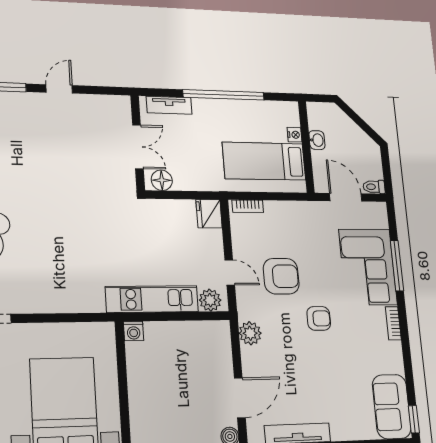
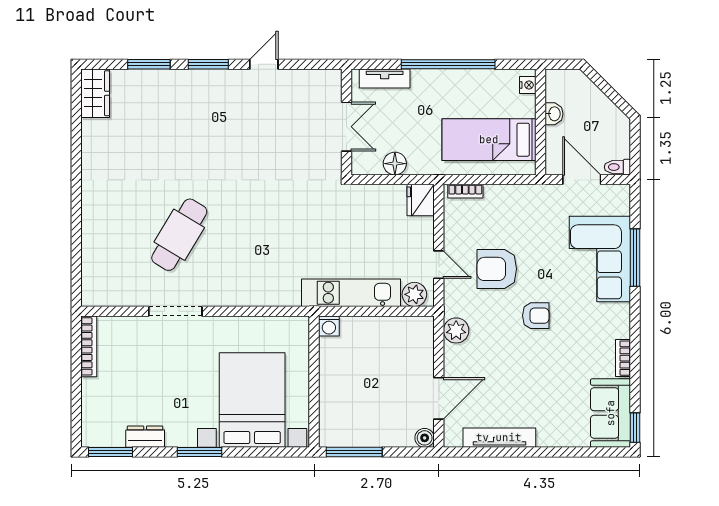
nightstand: (295, 135) -> (528, 85), moved
floor lamp: (162, 180) -> (395, 164), moved
armchair: (281, 276) -> (497, 269), turned 180
bookcase: (393, 323) -> (623, 358), moved

